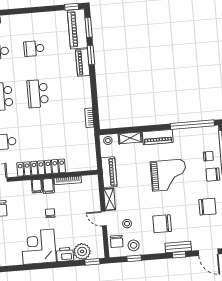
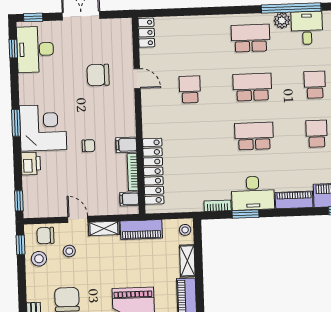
window: (91, 55) -> (245, 214), moved
desk: (79, 93) -> (253, 193), added
locker: (41, 168) -> (153, 171), moved
filing cabinet: (37, 186) -> (129, 199), moved
door: (104, 219) -> (78, 219), hinge flipped
plant: (82, 251) -> (34, 187), removed
window: (134, 258) -> (20, 245), moved
window: (36, 266) -> (16, 123), added

